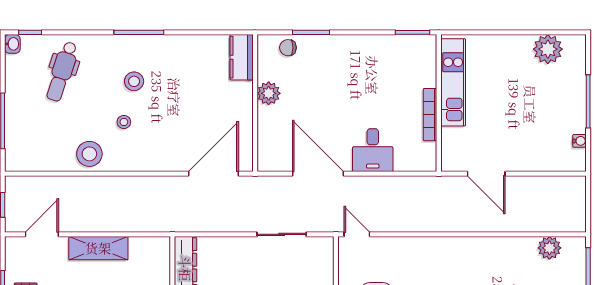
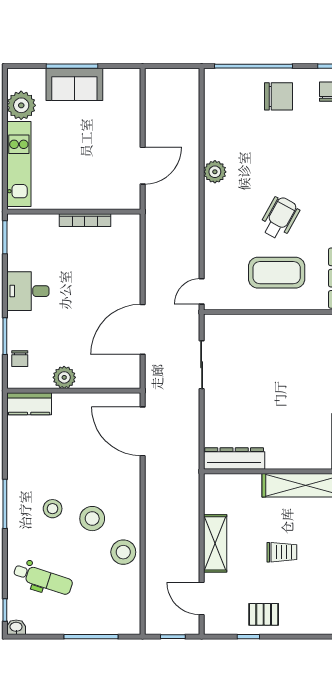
kitchen unit: (453, 82) -> (19, 164), moved, turned 90
sofa: (569, 104) -> (74, 84), added
stool: (124, 122) -> (92, 519), width x1.89, depth x1.89
water cooler: (580, 141) -> (111, 74), removed
desk: (373, 150) -> (28, 291), moved, turned 180
plant: (549, 248) -> (215, 172), moved

